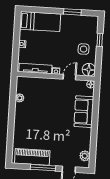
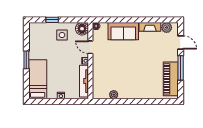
window: (72, 12) -> (26, 60), moved
fireplace: (86, 139) -> (150, 27), added

